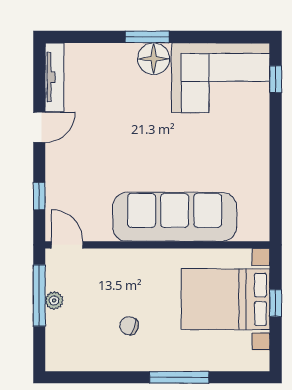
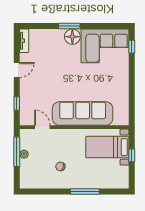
tv unit: (54, 77) -> (24, 41), width x0.71
door: (67, 245) -> (42, 127), moved
bed with nightstands: (226, 299) -> (107, 147), width x0.73

